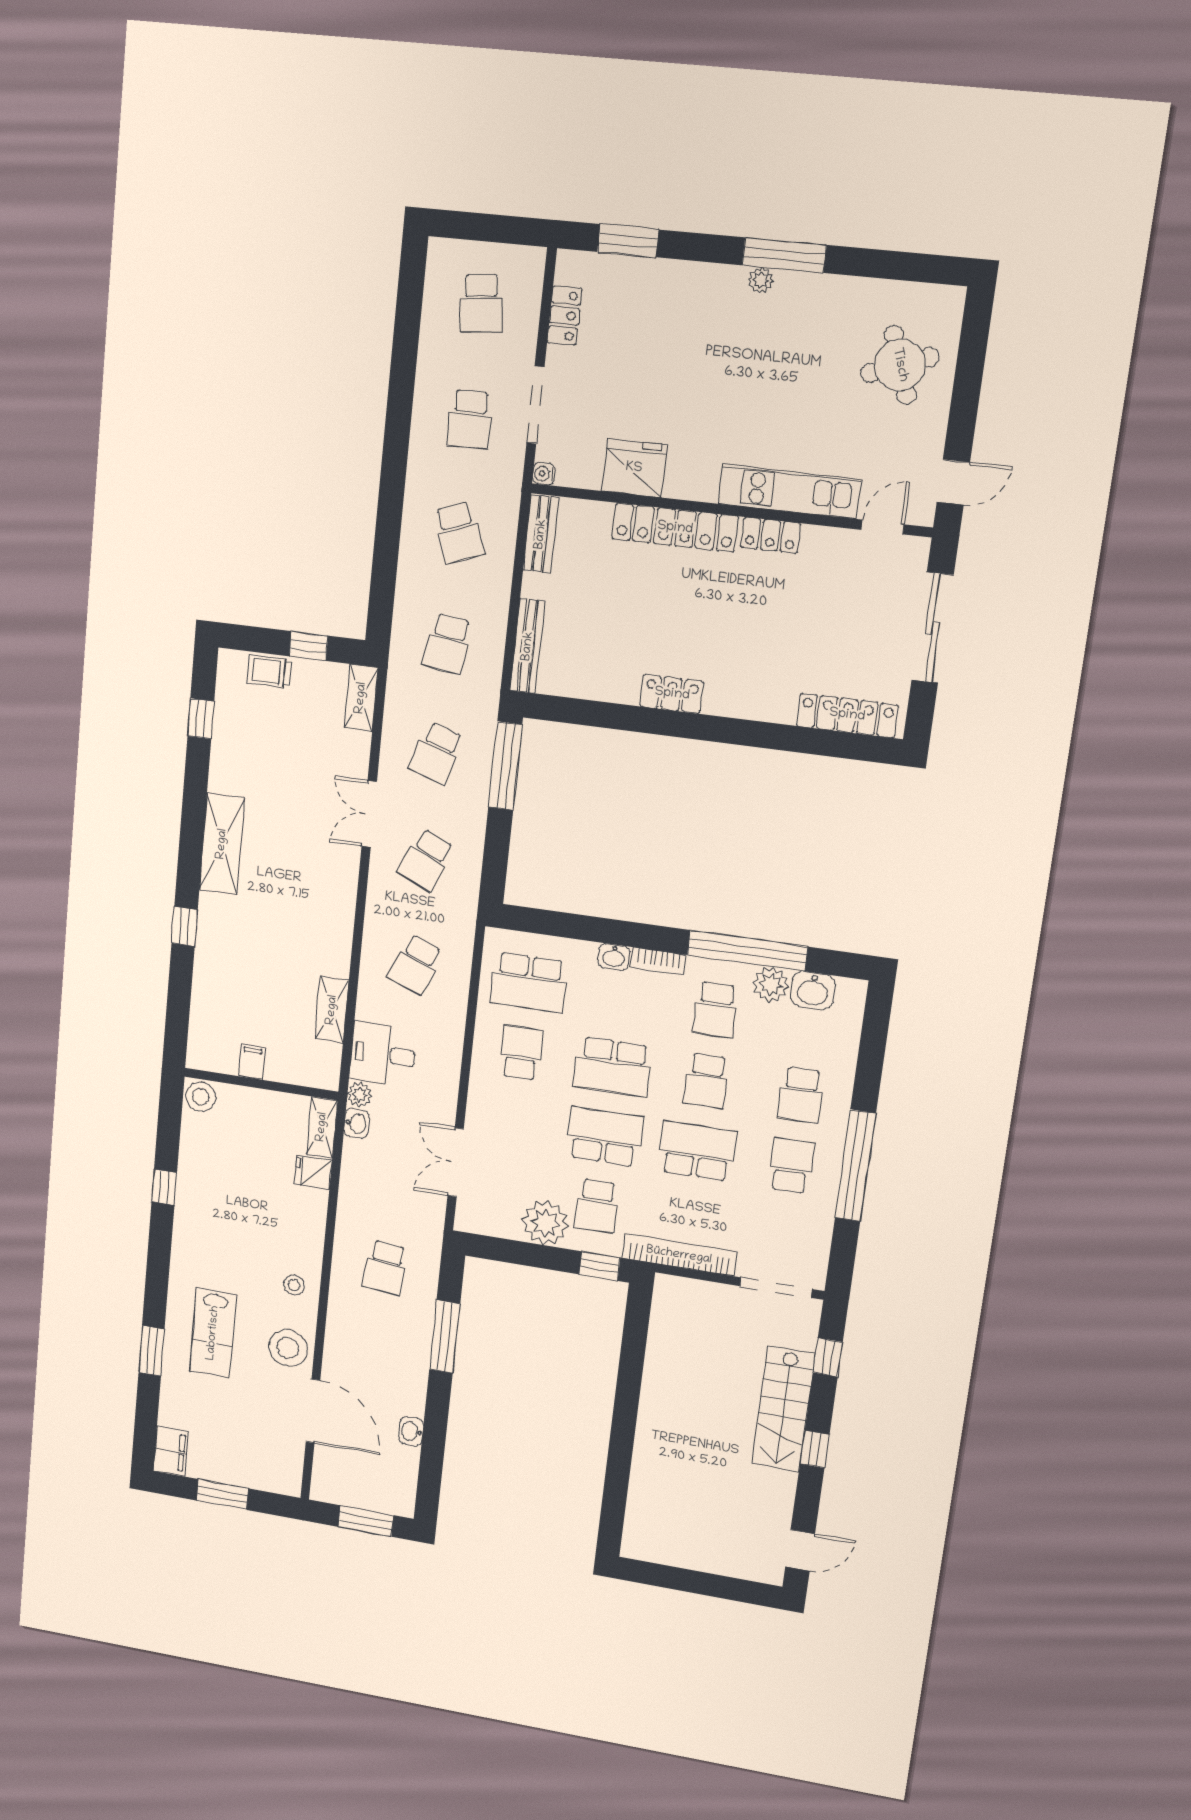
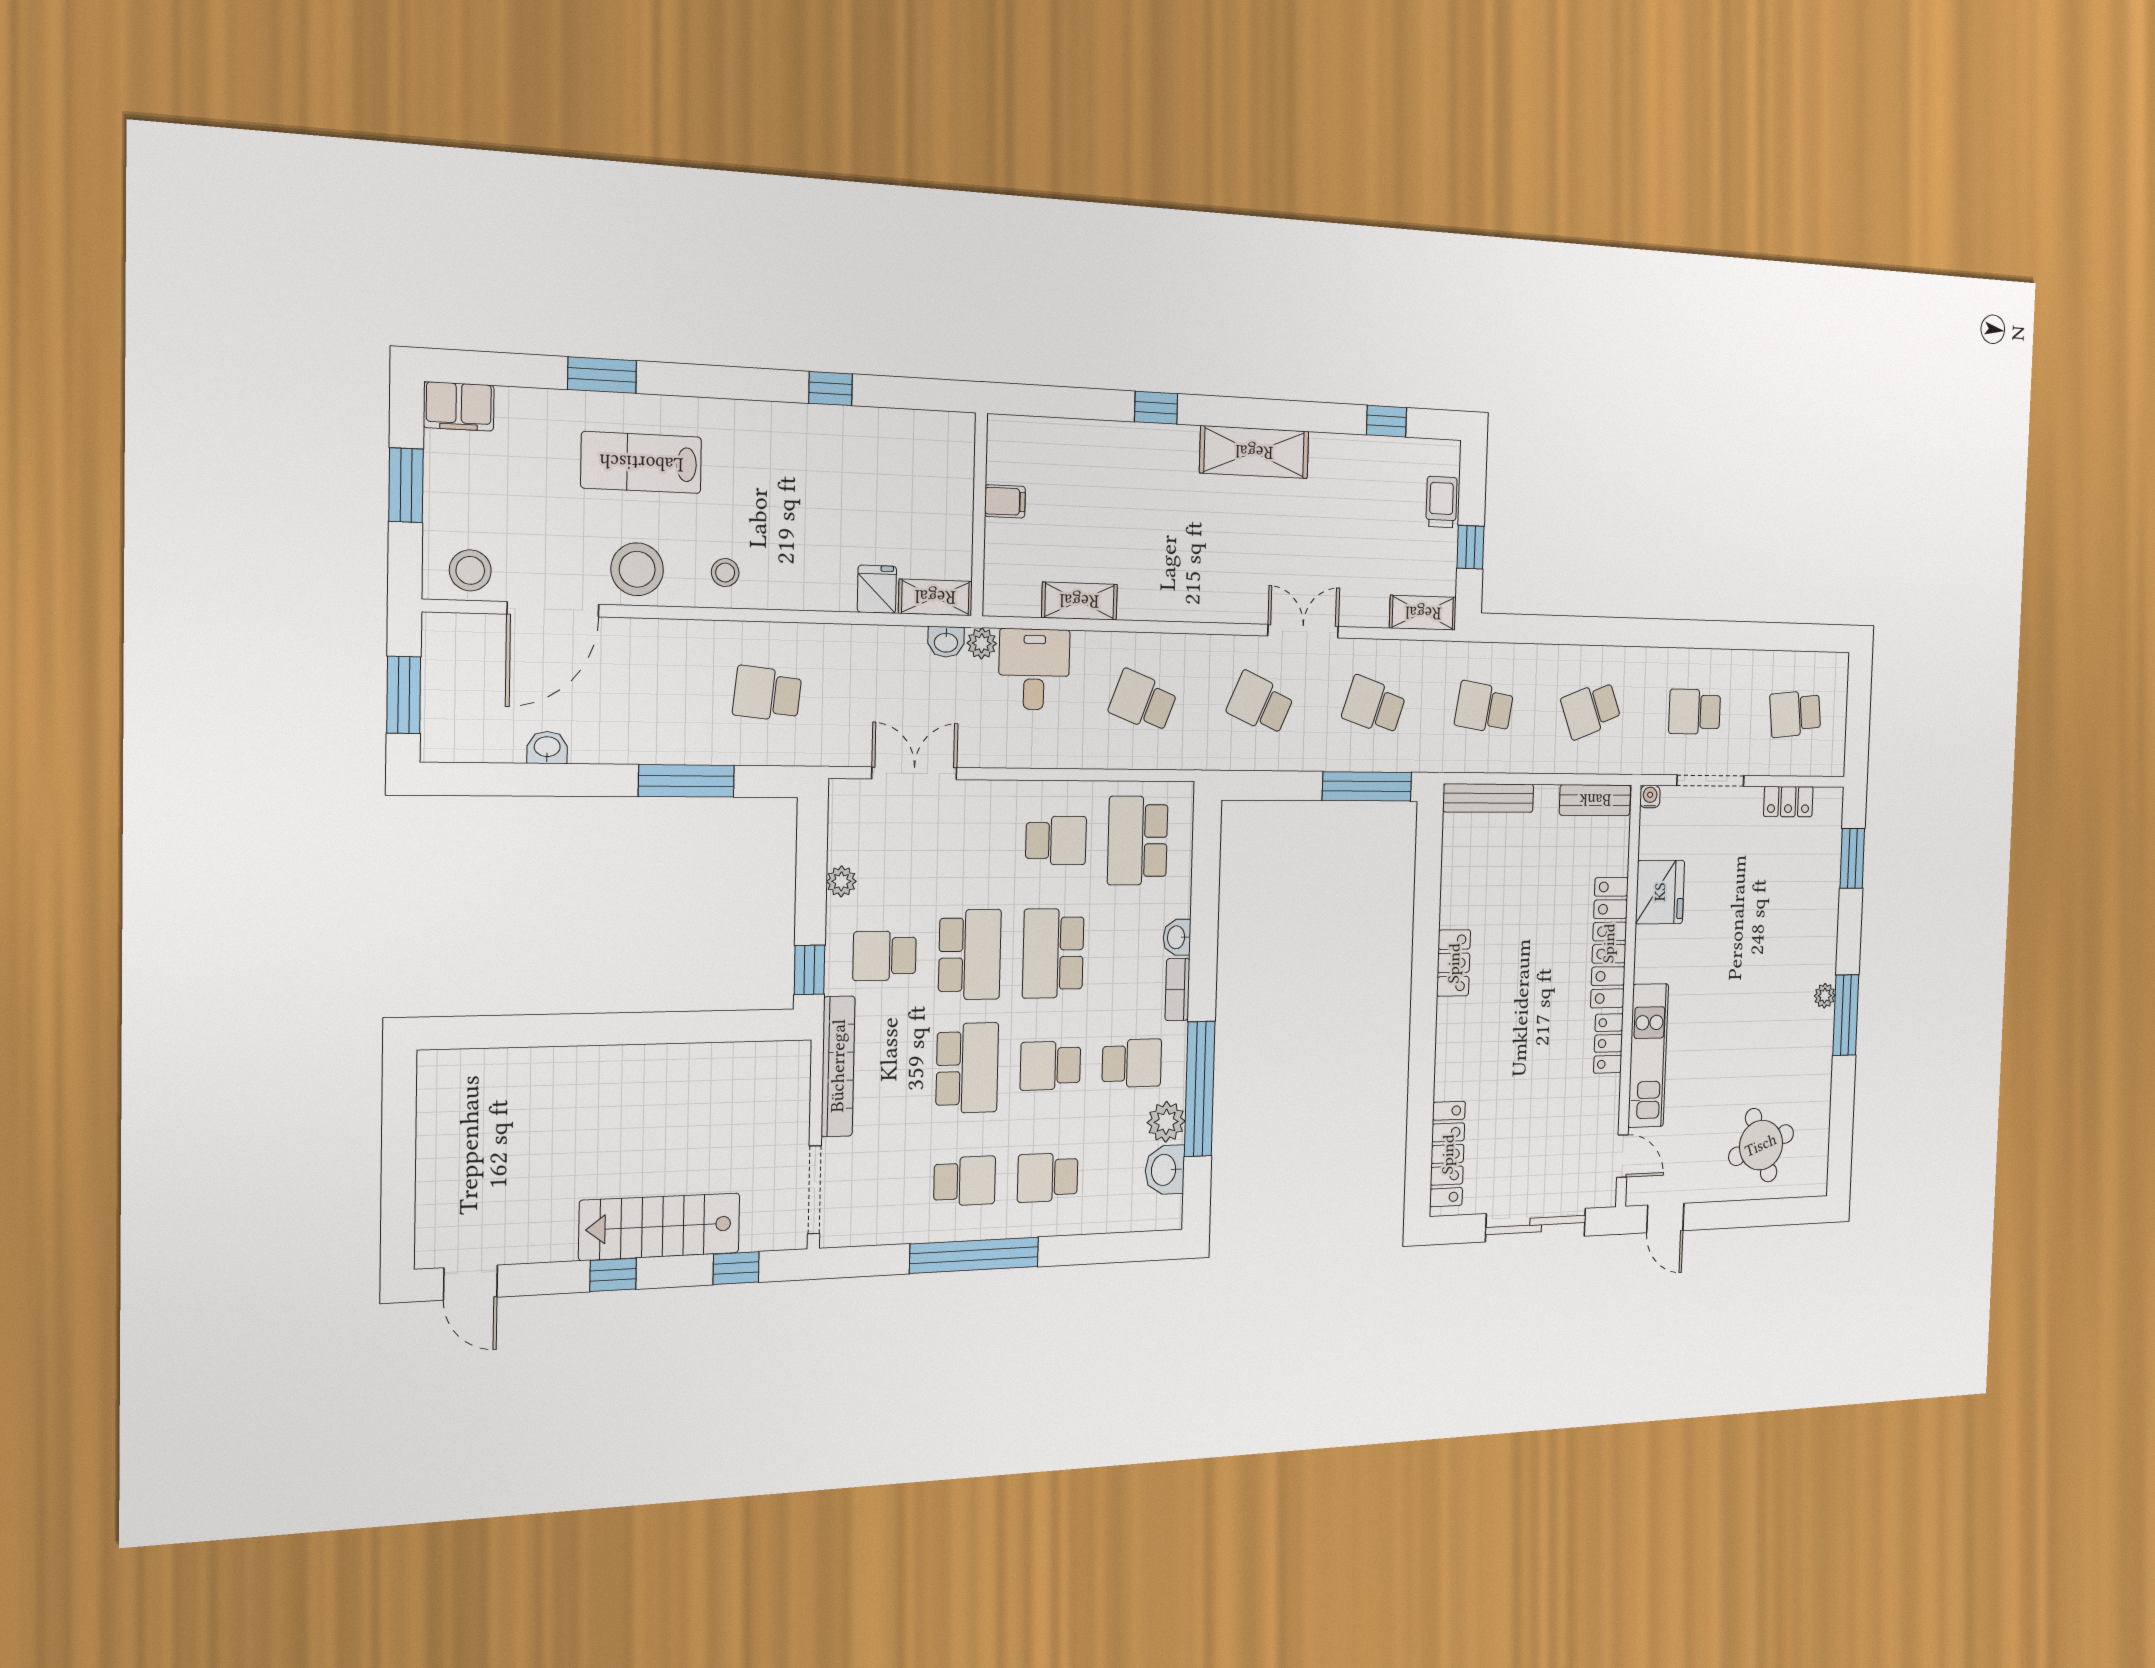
school desk: (715, 1009) -> (1132, 1063), turned 180
stool: (201, 1097) -> (470, 570), moved
plant: (545, 1223) -> (841, 881), width x0.53, depth x0.53

